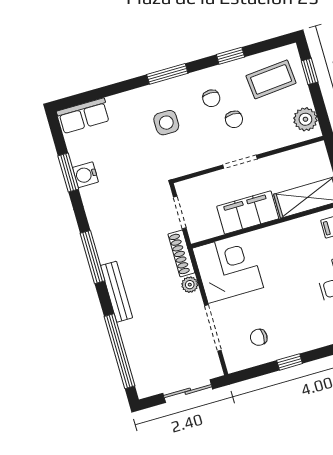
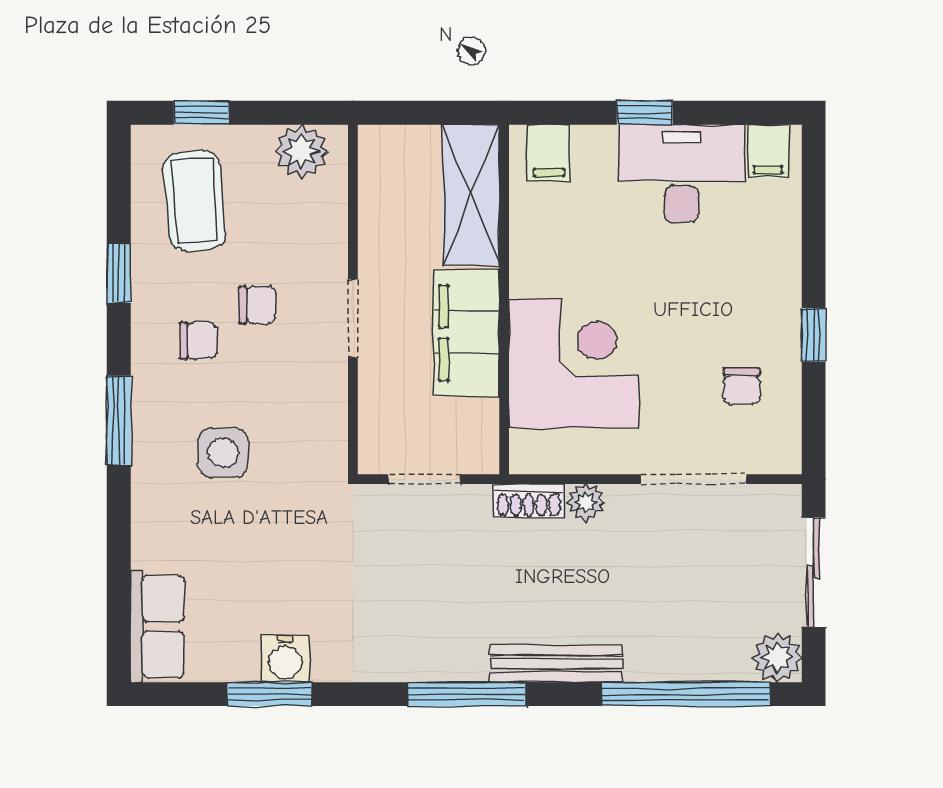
shoe rack: (181, 253) -> (529, 501), width x0.70
corner desk: (228, 268) -> (573, 364), moved, turned 90
plant: (147, 386) -> (777, 657), added

